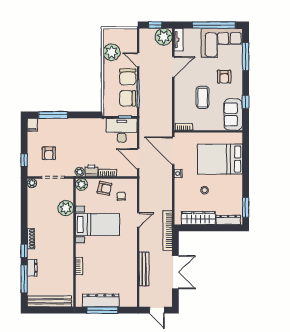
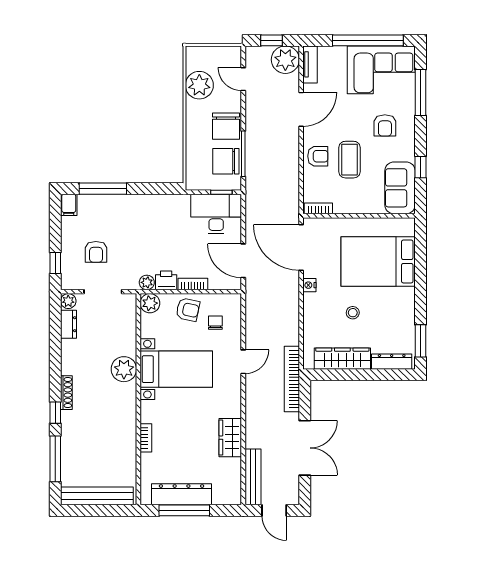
door: (138, 60) -> (243, 79), moved
armchair: (183, 95) -> (318, 156), added
plant: (66, 208) -> (124, 369), moved
wardrobe: (130, 266) -> (230, 438), added
dresser: (32, 268) -> (69, 324), moved
bench: (144, 269) -> (253, 477), moved

